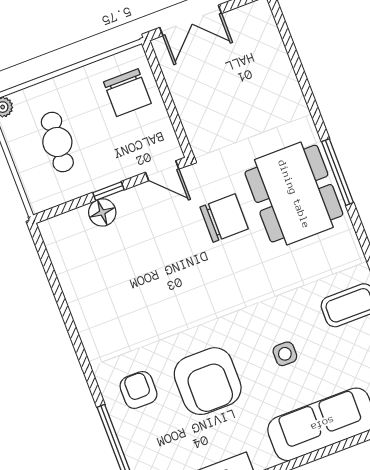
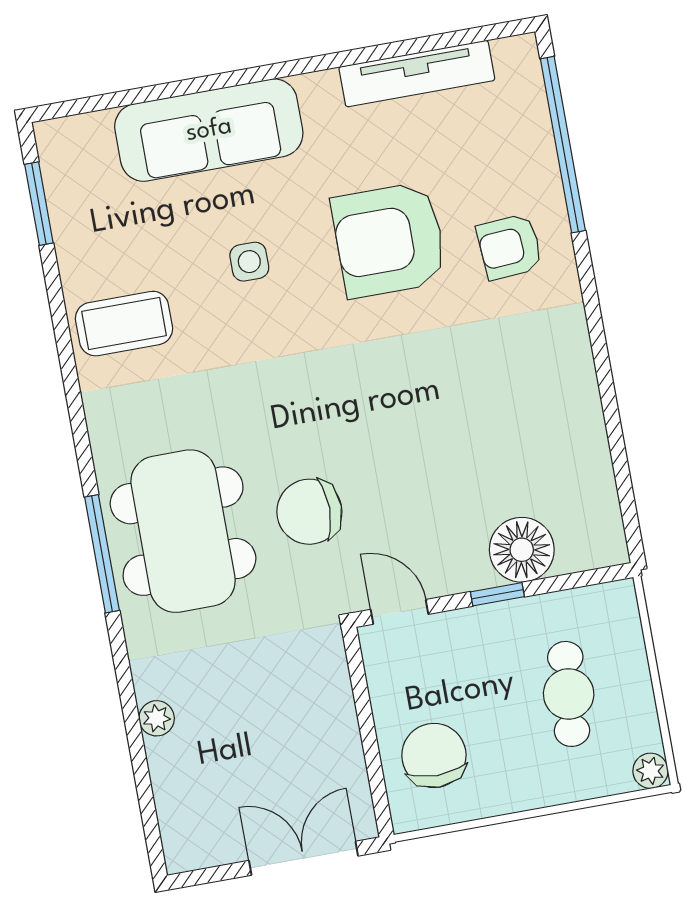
plant: (289, 84) -> (157, 718), added
floor lamp: (102, 212) -> (522, 550), width x1.38, depth x1.38
armchair: (208, 381) -> (389, 240), turned -90
armchair: (138, 390) -> (510, 247), turned 86

